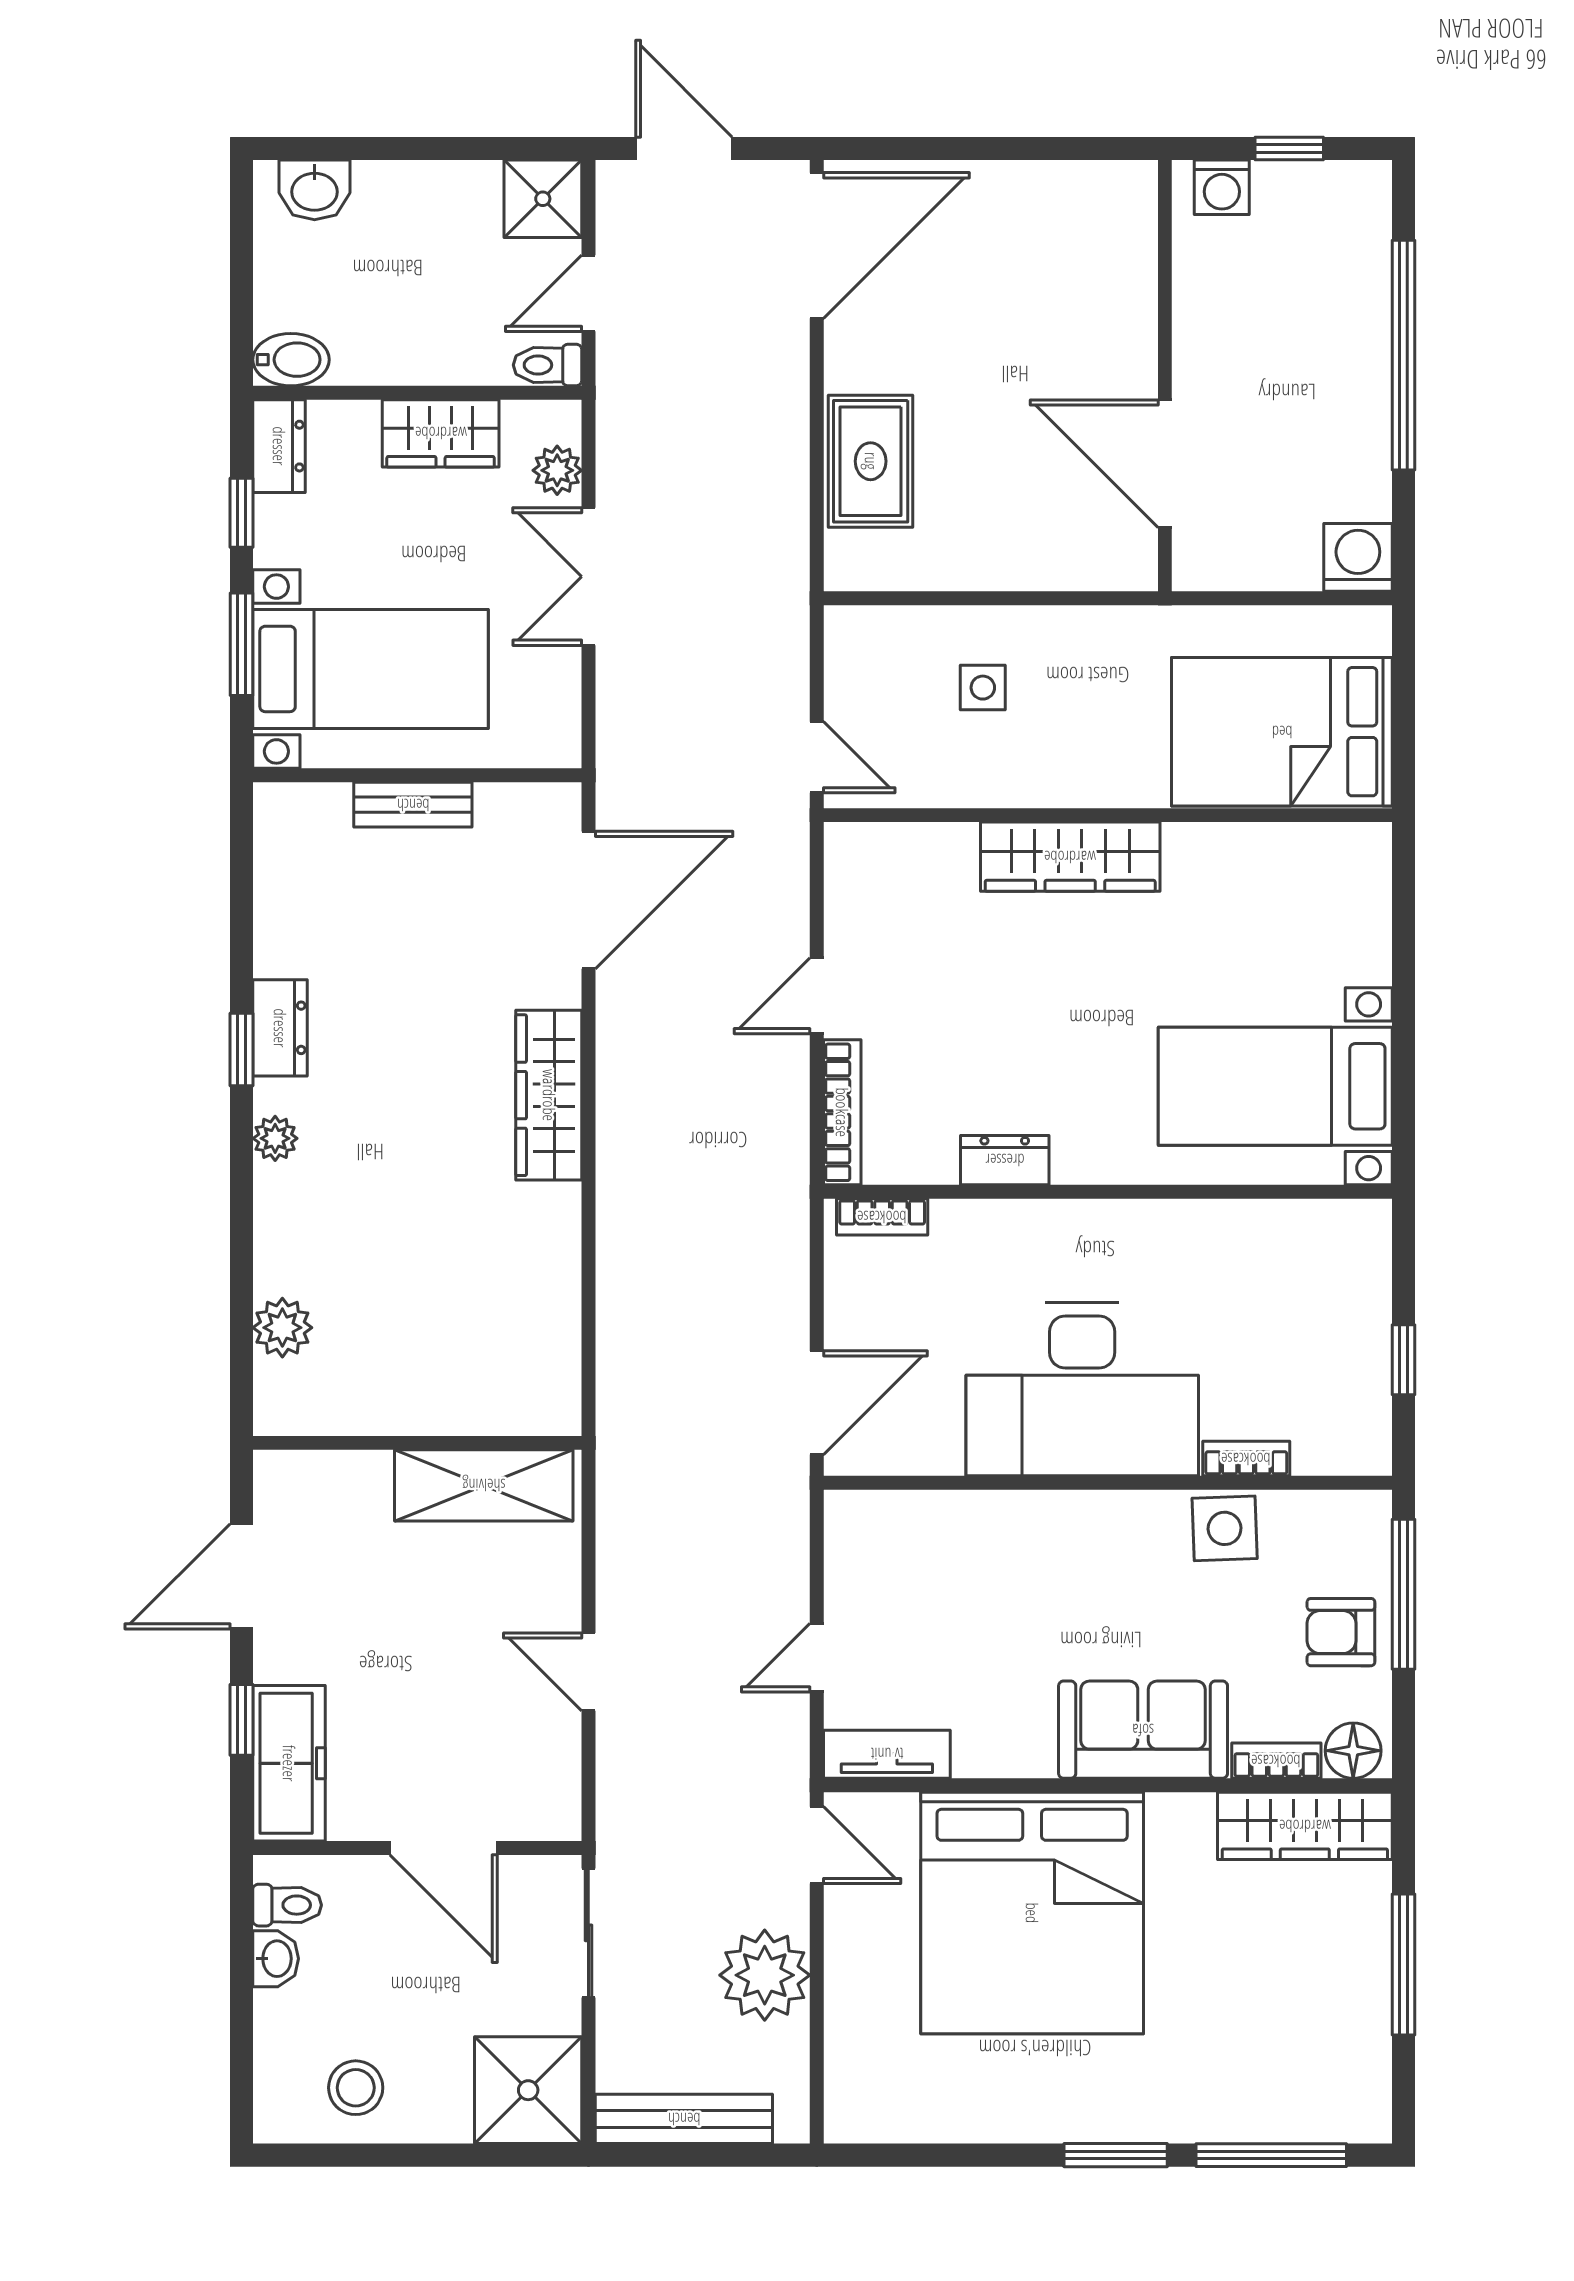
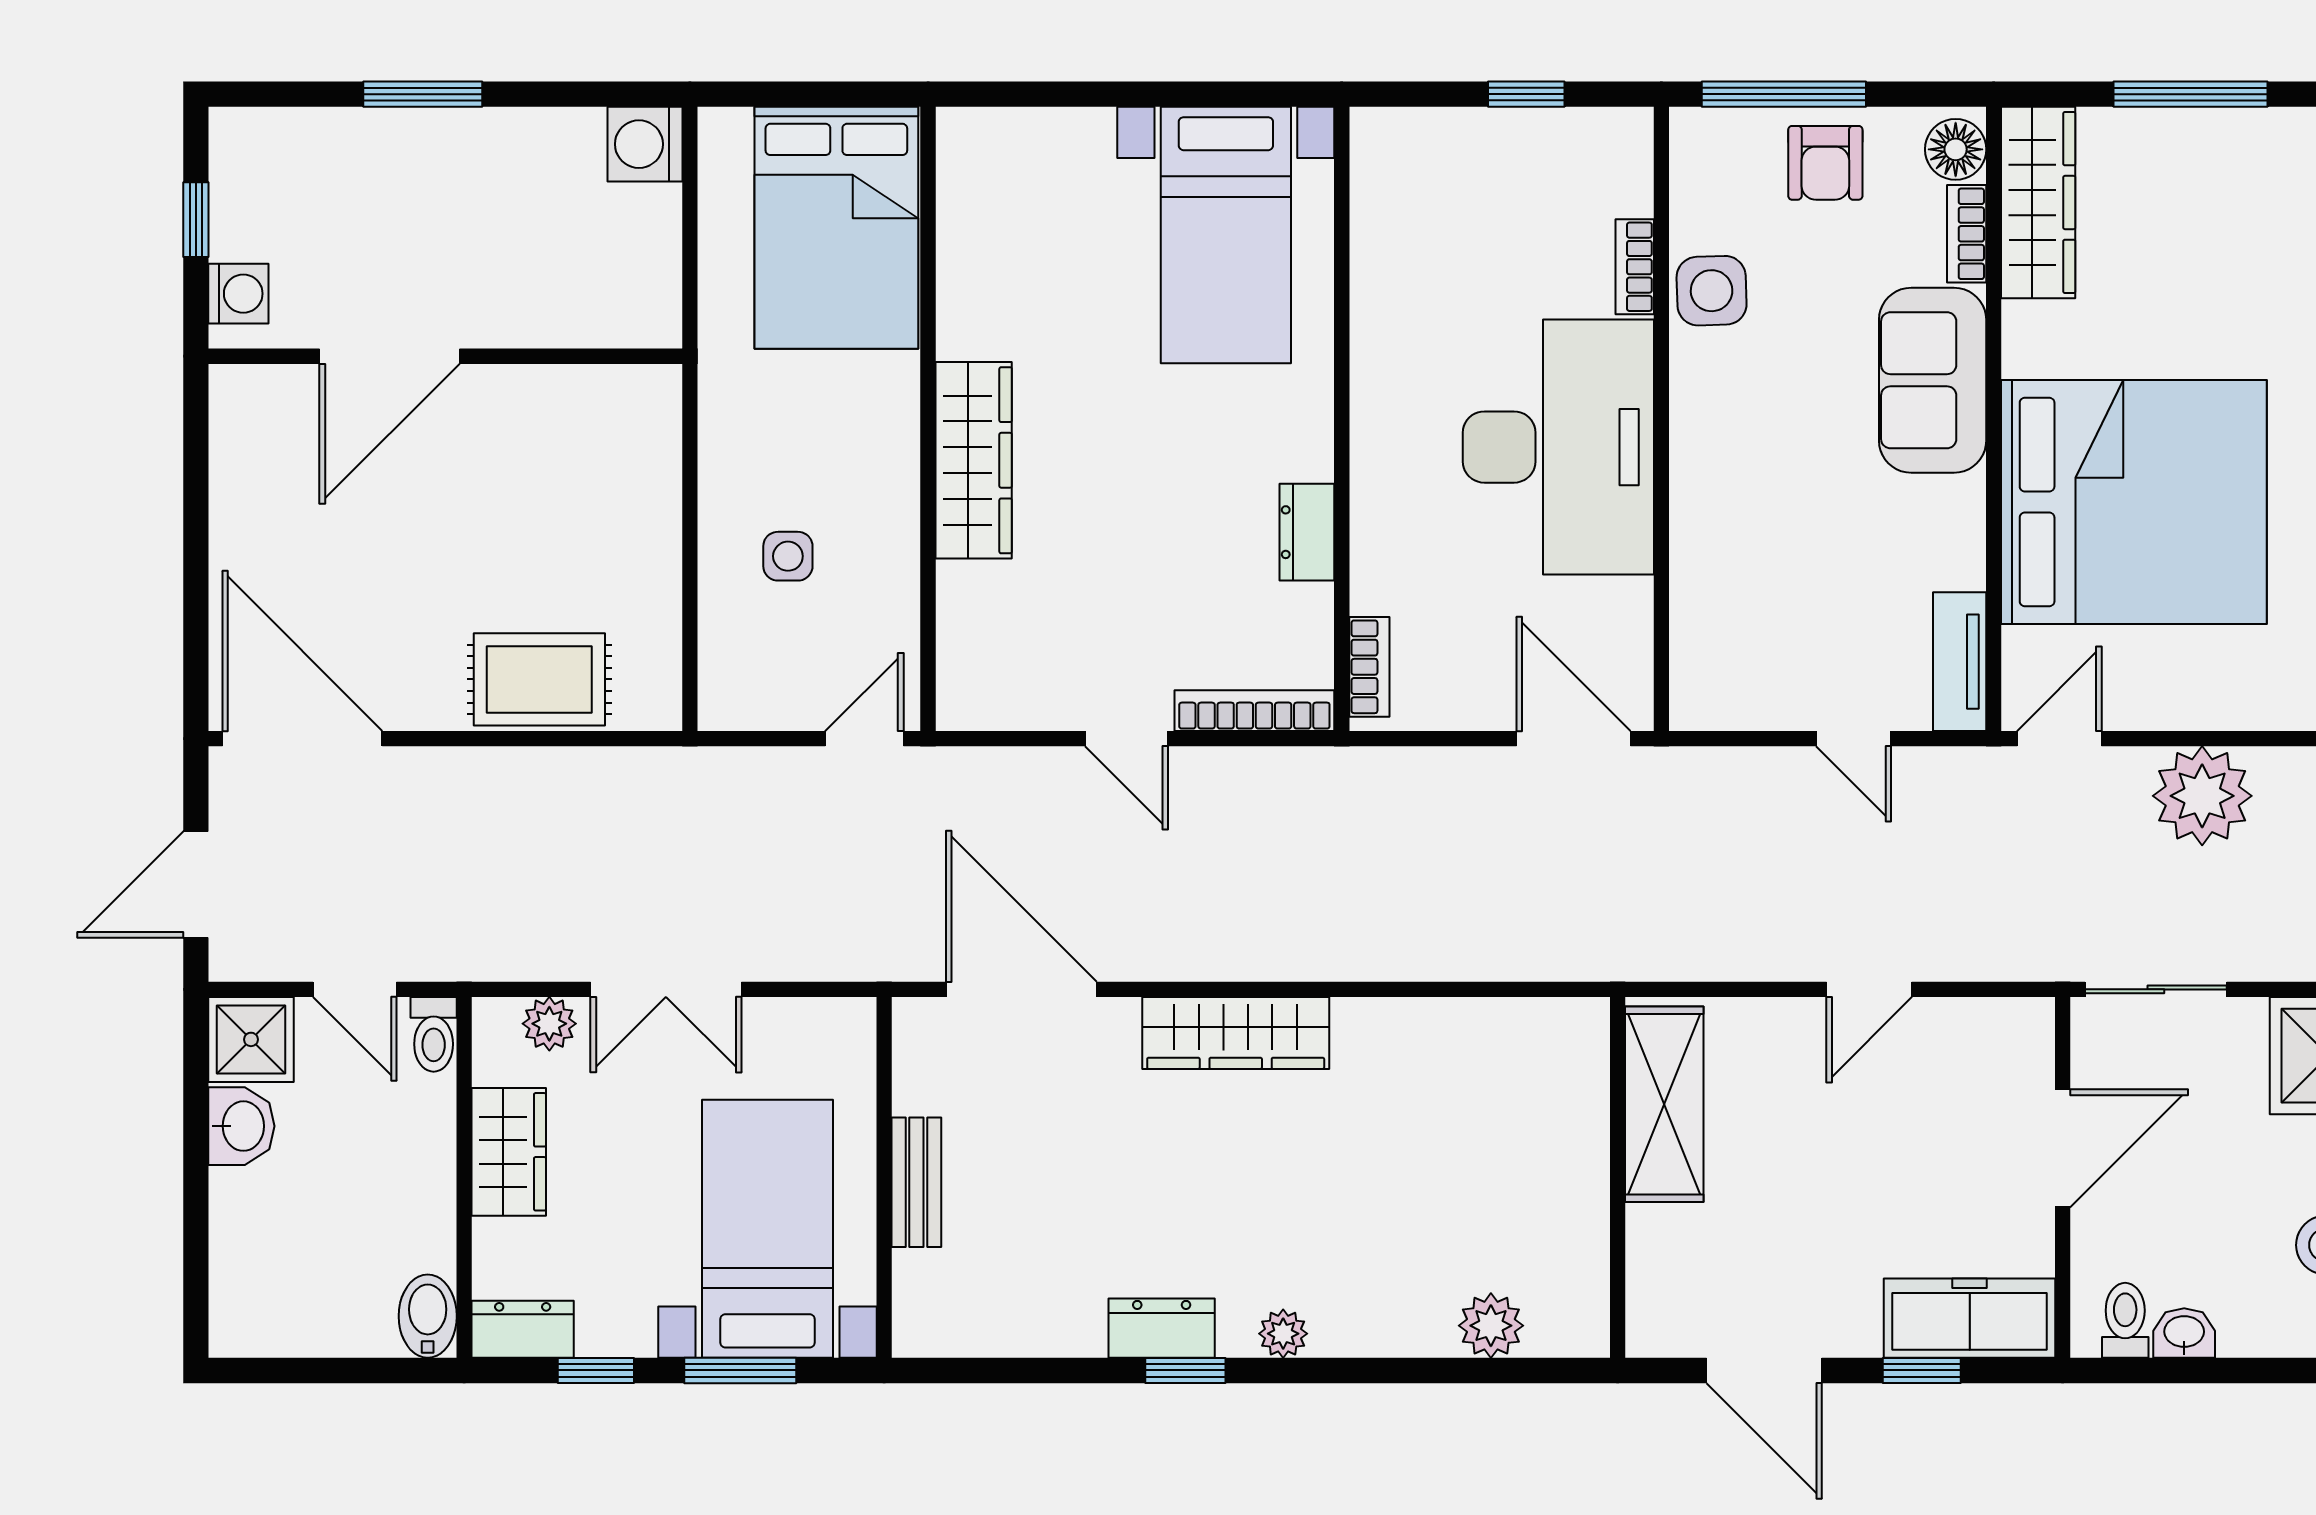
washbasin: (315, 190) -> (241, 1126), moved
window: (1403, 355) -> (423, 94), width x0.47
door: (1165, 464) -> (389, 356), moved

